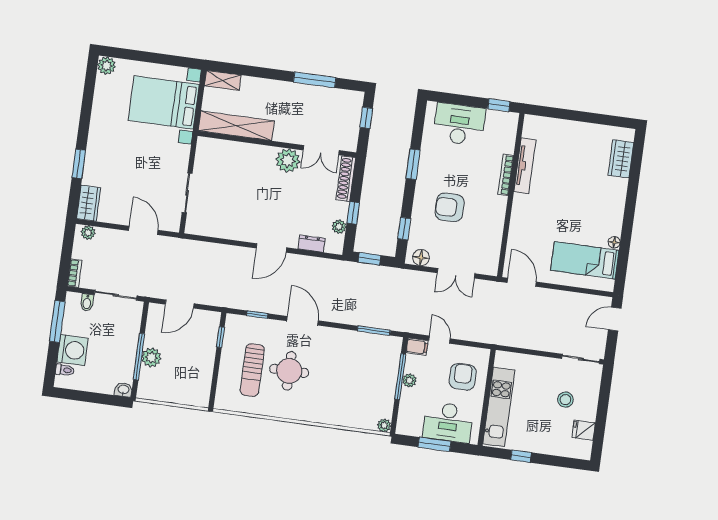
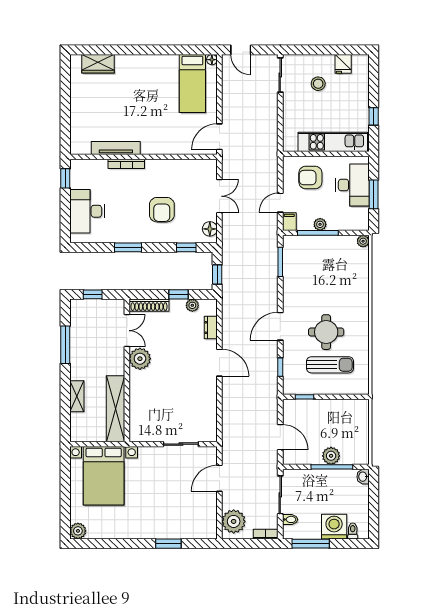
shelving: (223, 80) -> (77, 396), moved
wardrobe: (89, 203) -> (202, 530), removed
plant: (88, 233) -> (234, 521), width x1.88, depth x1.88
floor lamp: (614, 242) -> (212, 60), moved

